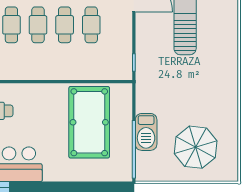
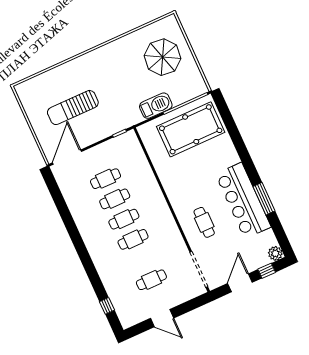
pool table: (89, 122) -> (191, 129), moved
barbecue: (146, 132) -> (156, 106), moved

